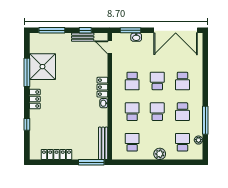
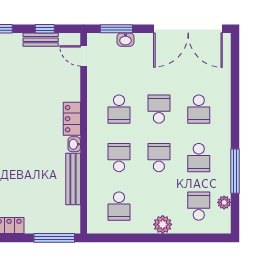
school desk: (132, 142) -> (119, 206), turned 180
bench: (103, 143) -> (73, 179), moved

